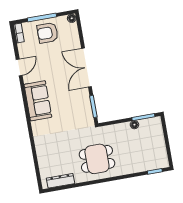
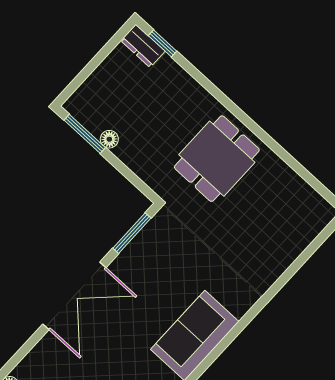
dining table: (97, 159) -> (217, 159), turned 90
dresser: (60, 181) -> (143, 46), moved, width x0.70

